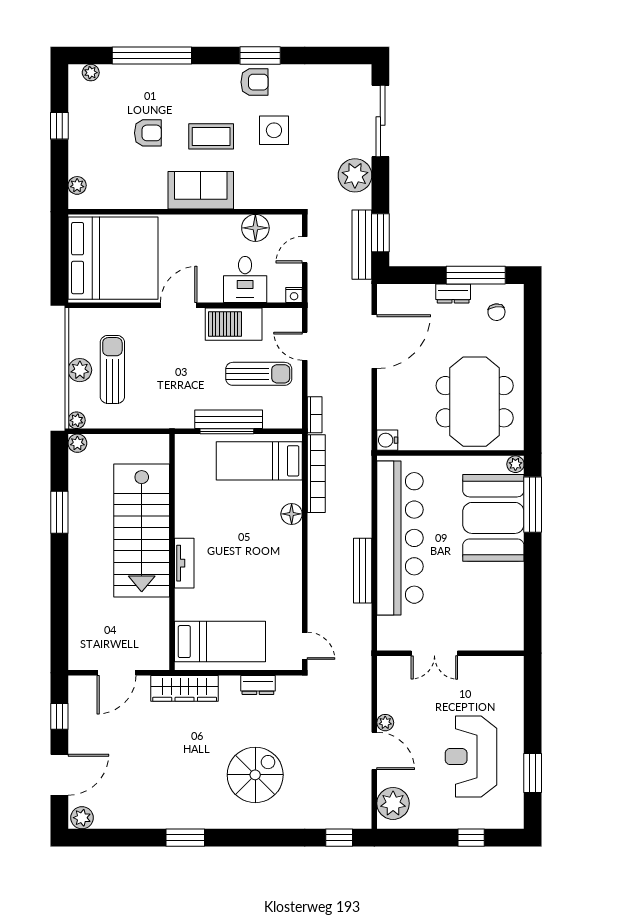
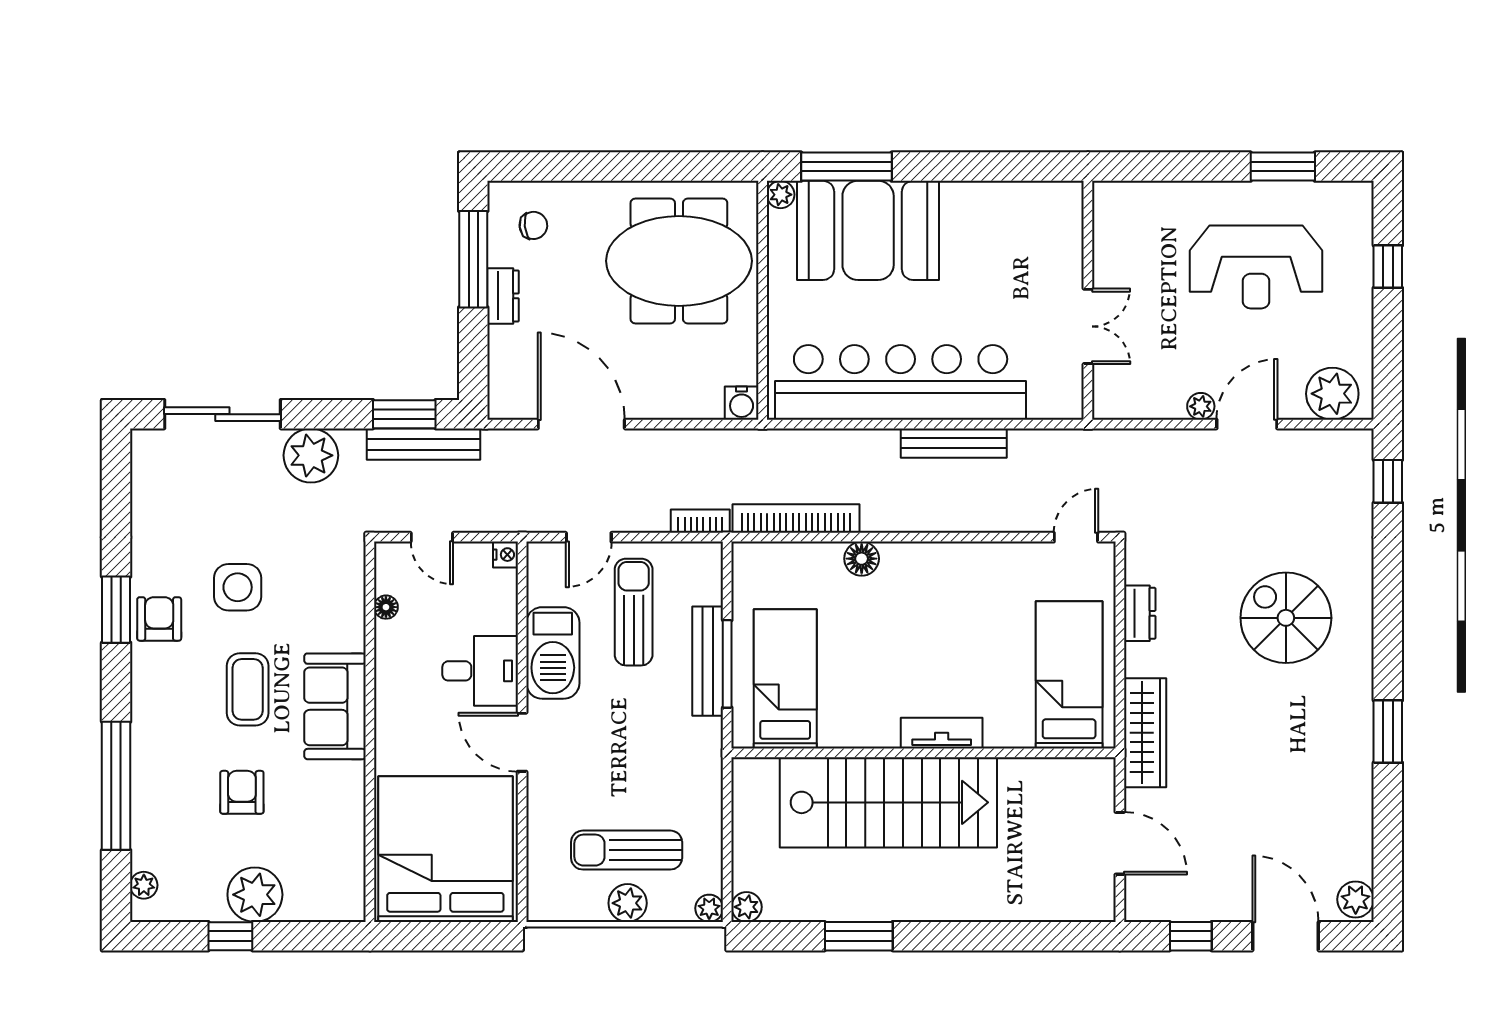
plant: (77, 185) -> (255, 895), moved, width x1.87, depth x1.87
floor lamp: (255, 228) -> (386, 607), width x0.53, depth x0.53
desk: (245, 279) -> (480, 671), moved
bed: (259, 461) -> (785, 679), moved, turned 180

